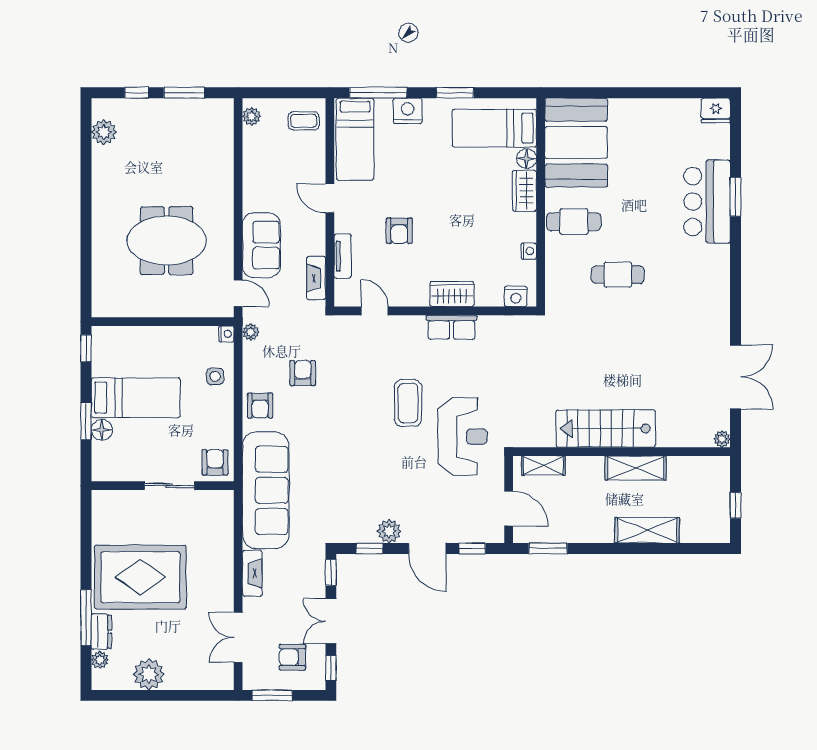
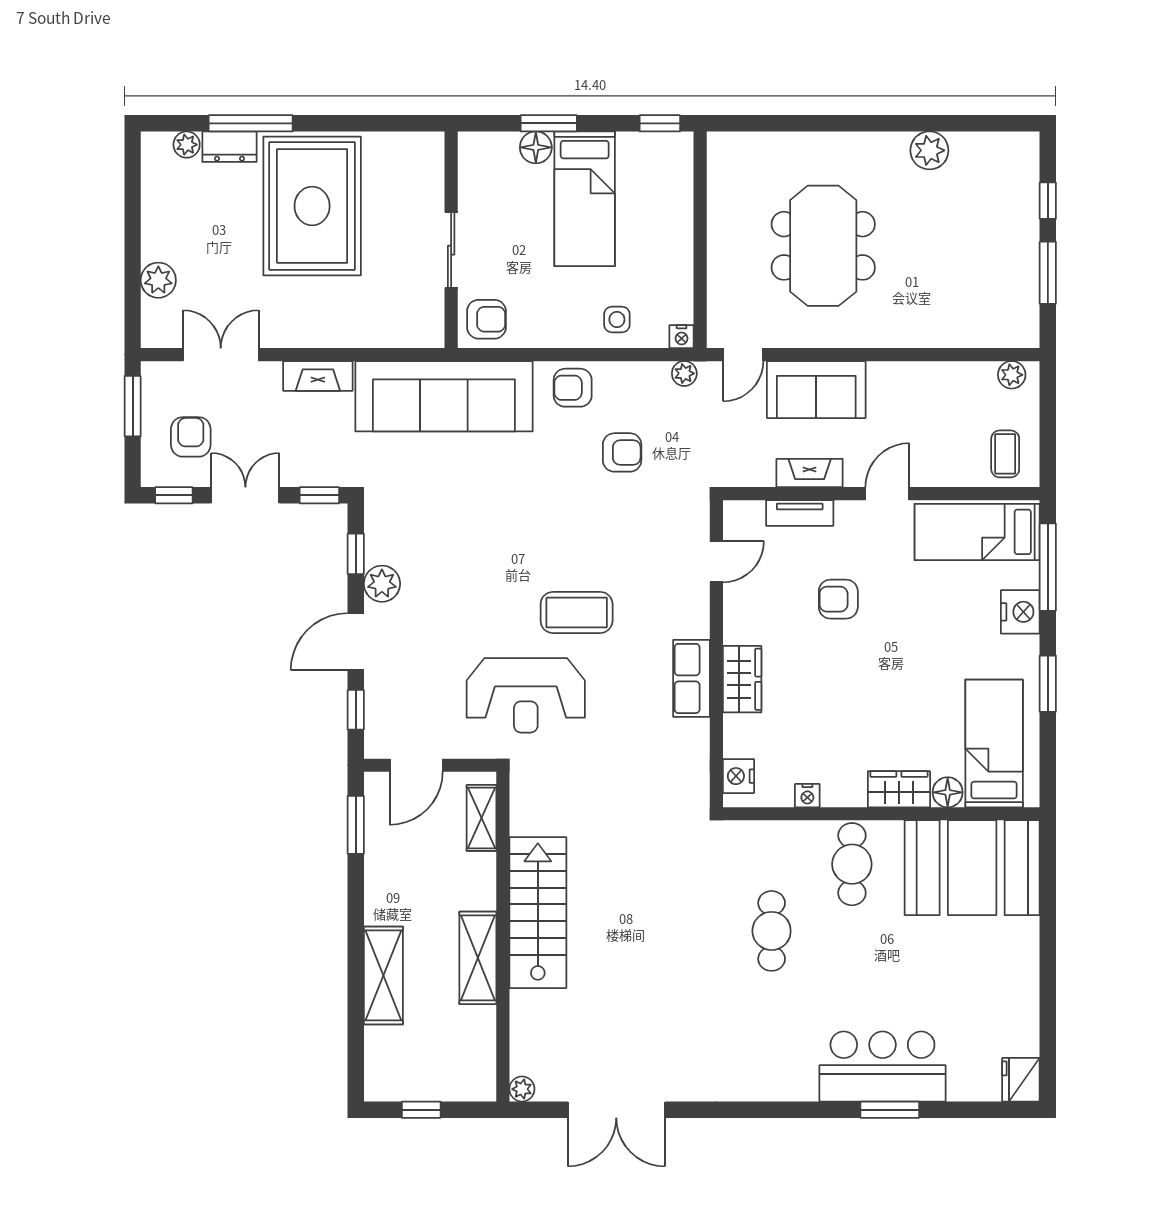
plant: (104, 132) -> (929, 150), moved
fireplace: (316, 278) -> (810, 473), moved
plant: (149, 674) -> (158, 280), moved, width x0.73, depth x0.73

